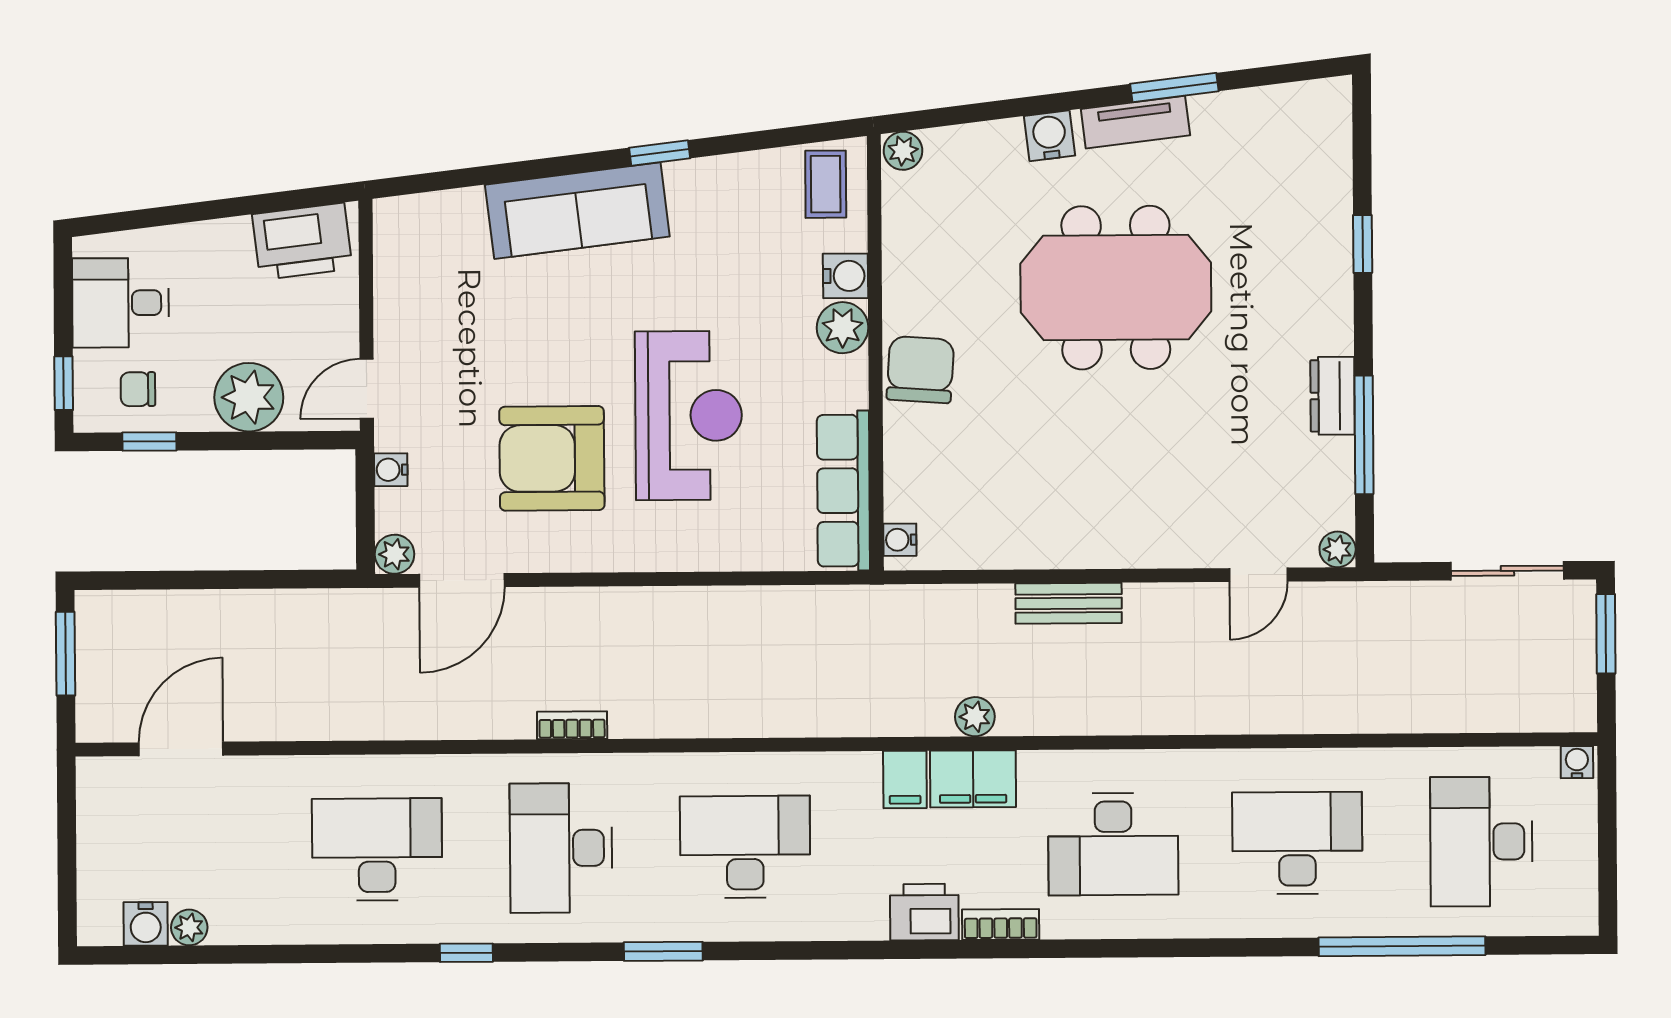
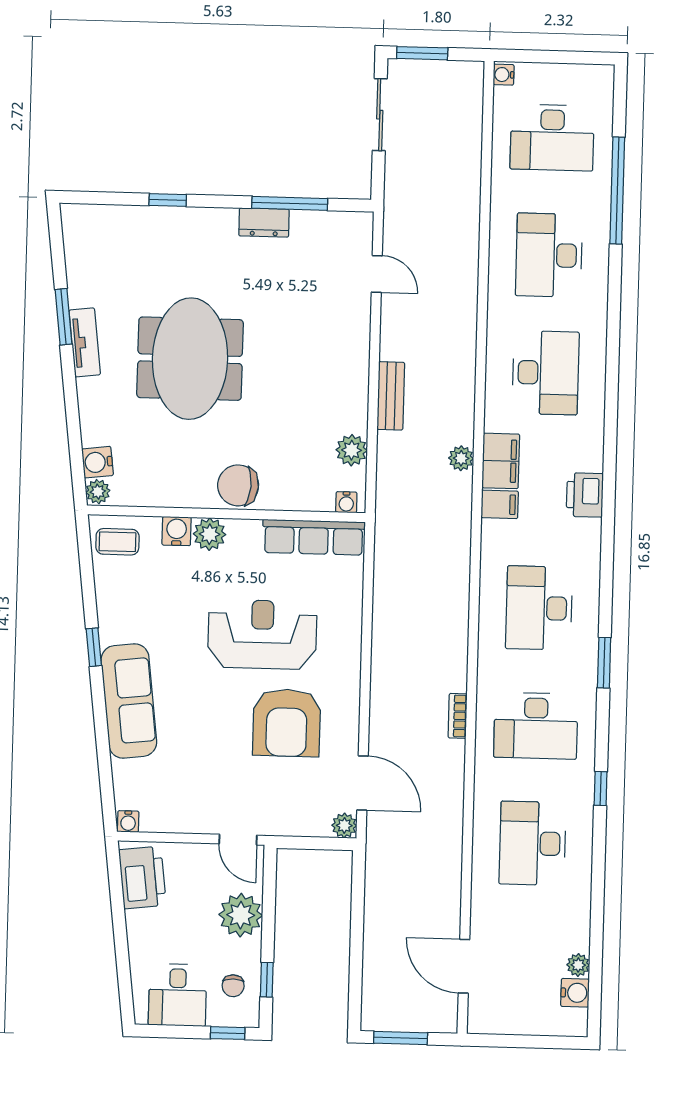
water cooler: (1050, 136) -> (98, 462), moved
water cooler: (391, 470) -> (128, 821), moved
plant: (1338, 549) -> (352, 450), moved, width x1.38, depth x1.38
bookcase: (1001, 924) -> (594, 446), removed

